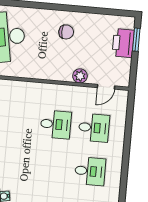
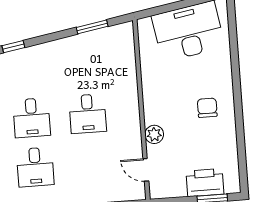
chair: (66, 32) -> (207, 108), turned 180
desk: (94, 128) -> (32, 118), moved

